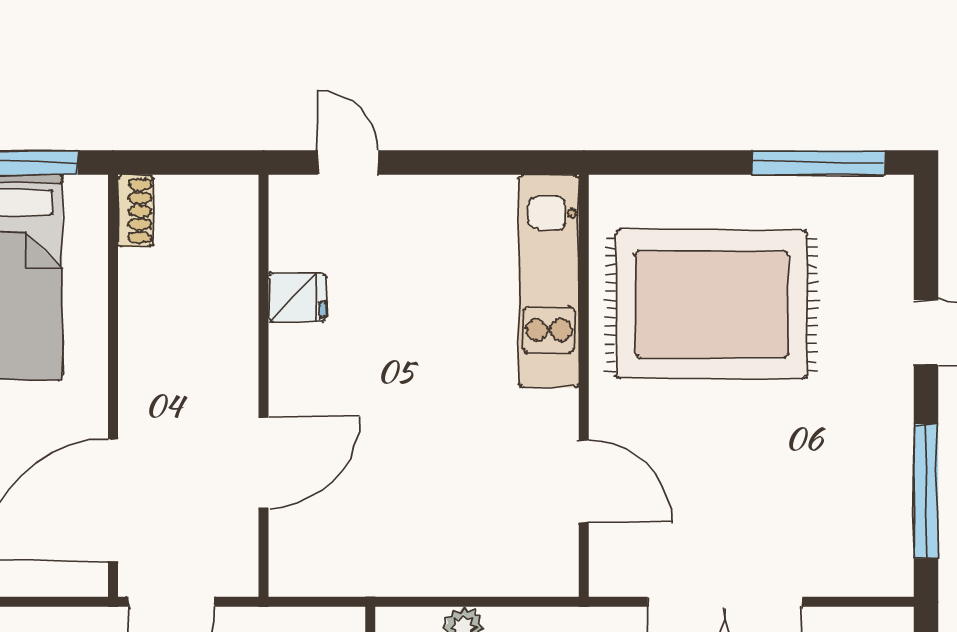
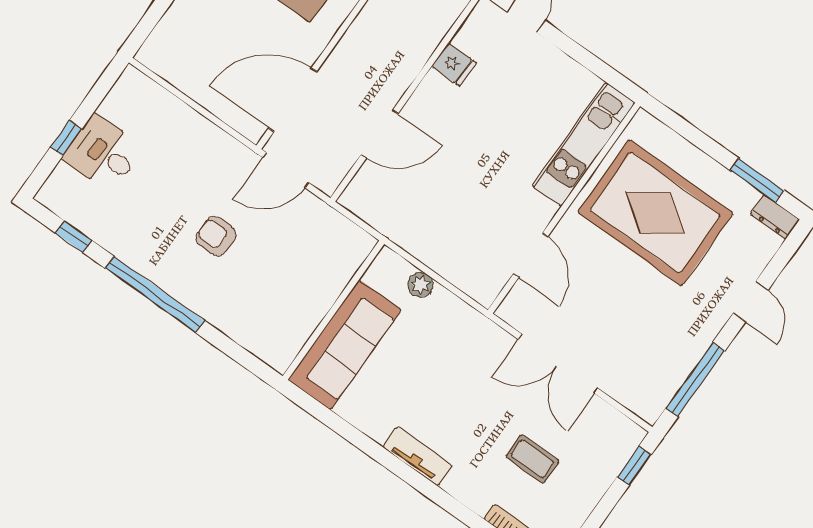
window: (818, 163) -> (757, 180), width x0.69
dresser: (877, 195) -> (775, 217), added

